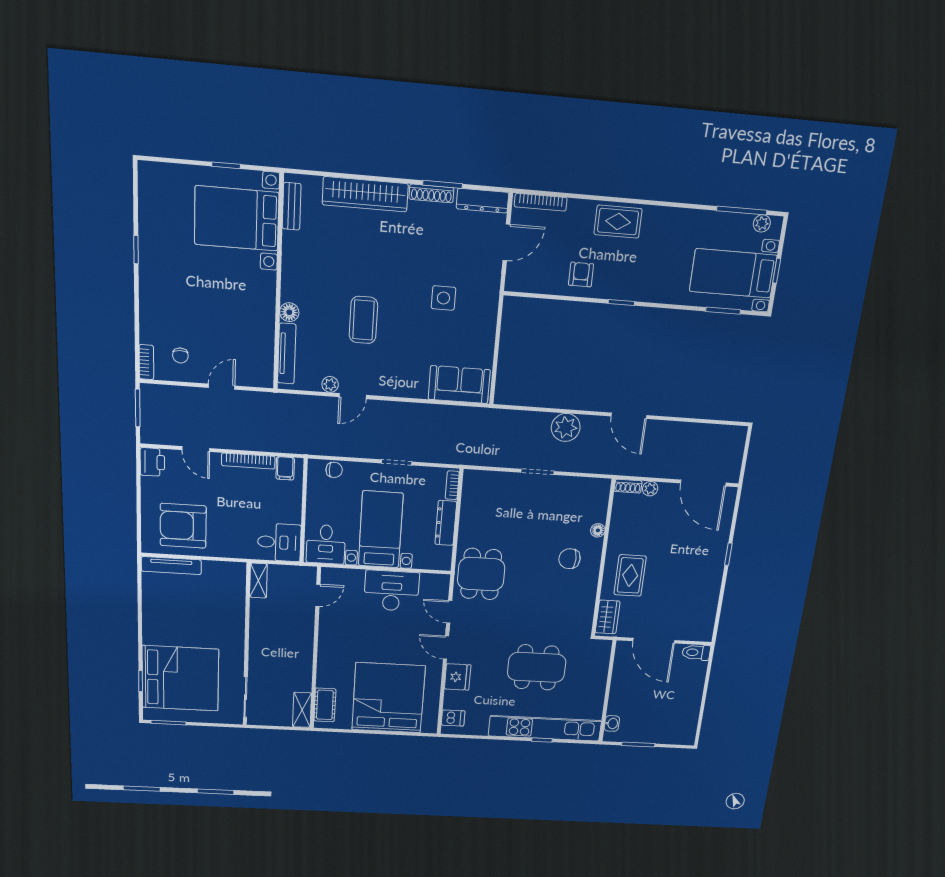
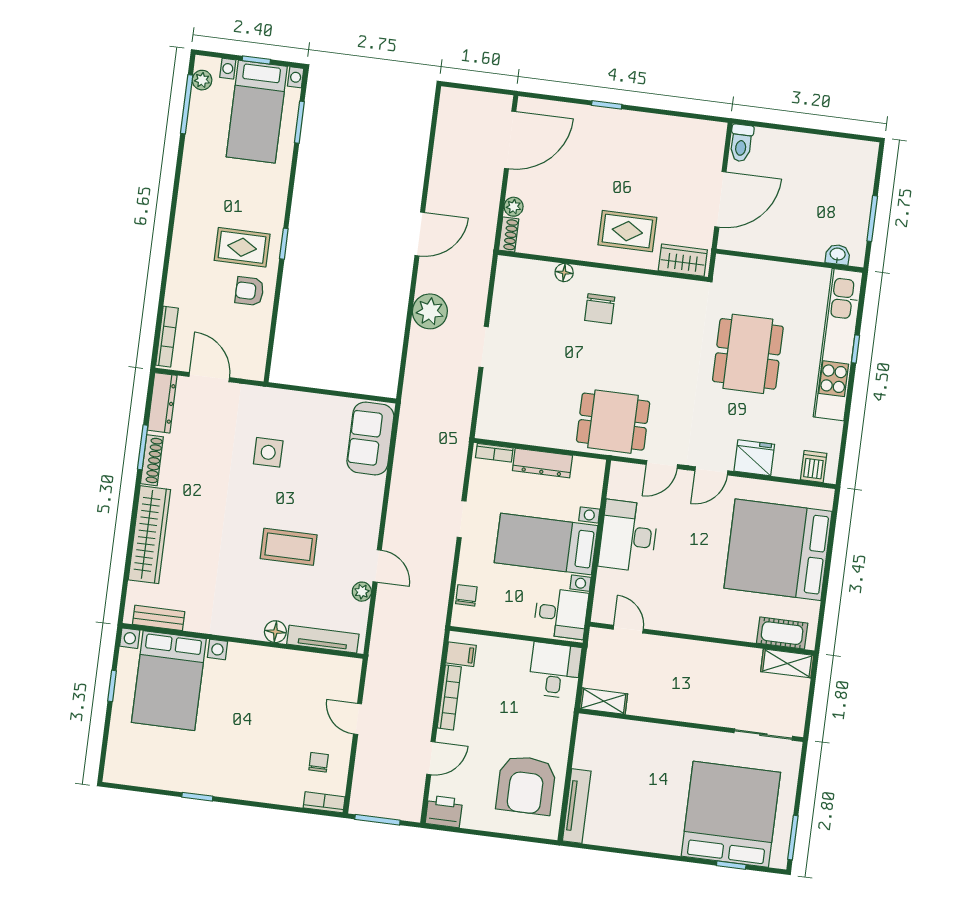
rug: (618, 222) -> (242, 247), moved, turned 90
chair: (180, 356) -> (319, 762), turned -90

